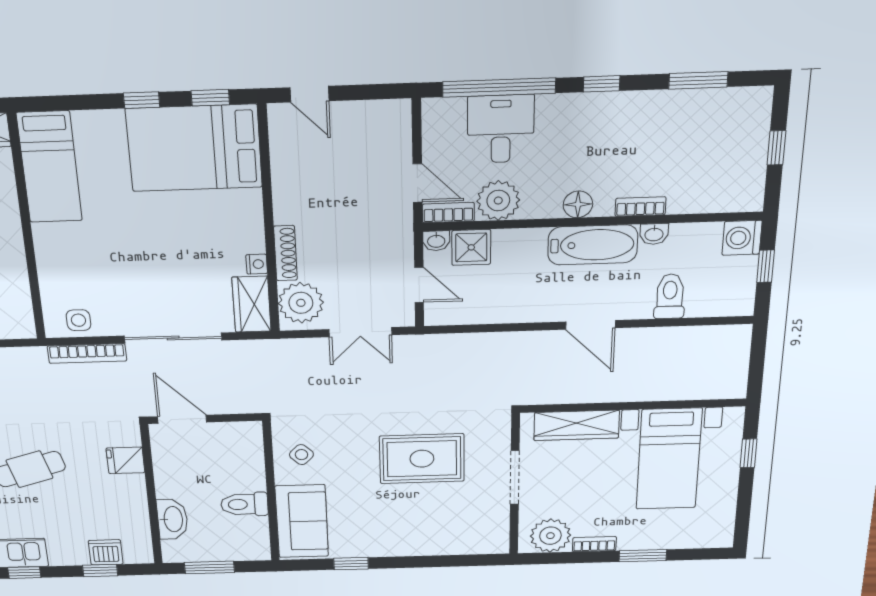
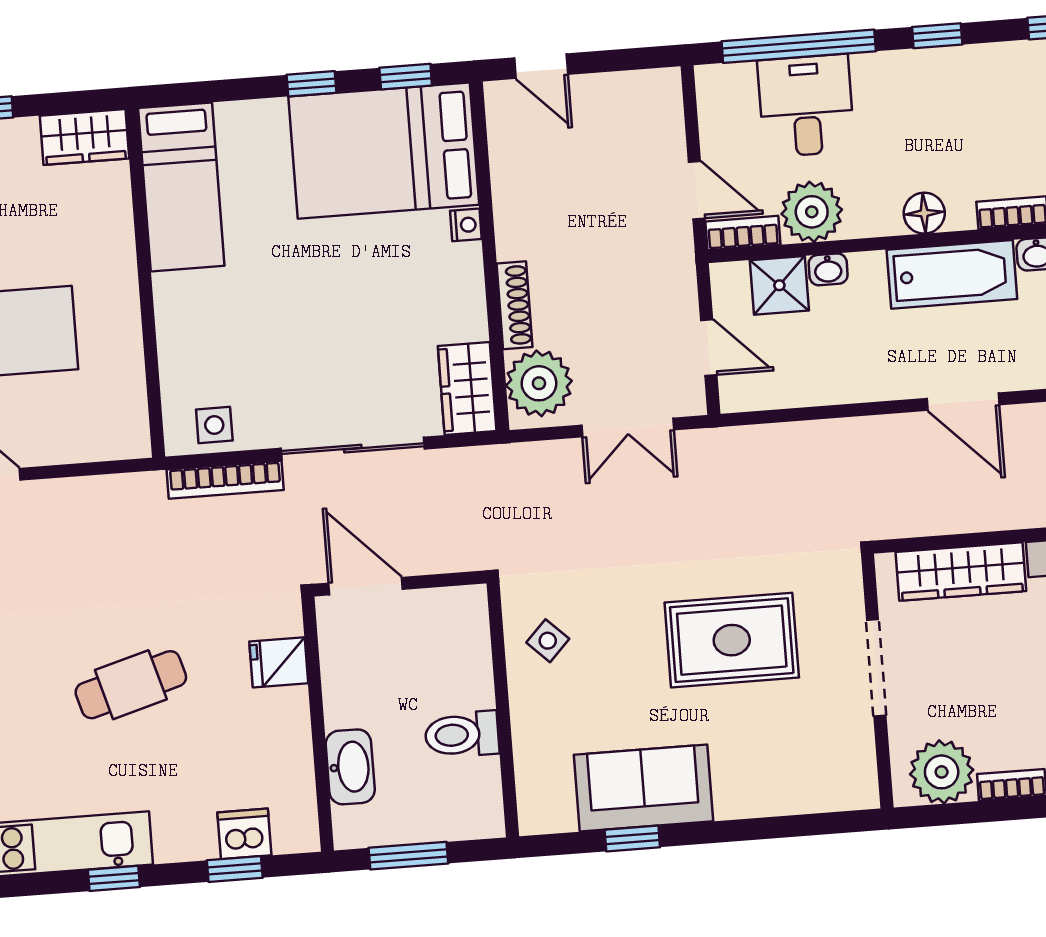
washbasin: (436, 241) -> (828, 269), moved
nightstand: (257, 264) -> (466, 225), moved
sofa: (302, 521) -> (643, 788), moved, turned -90

